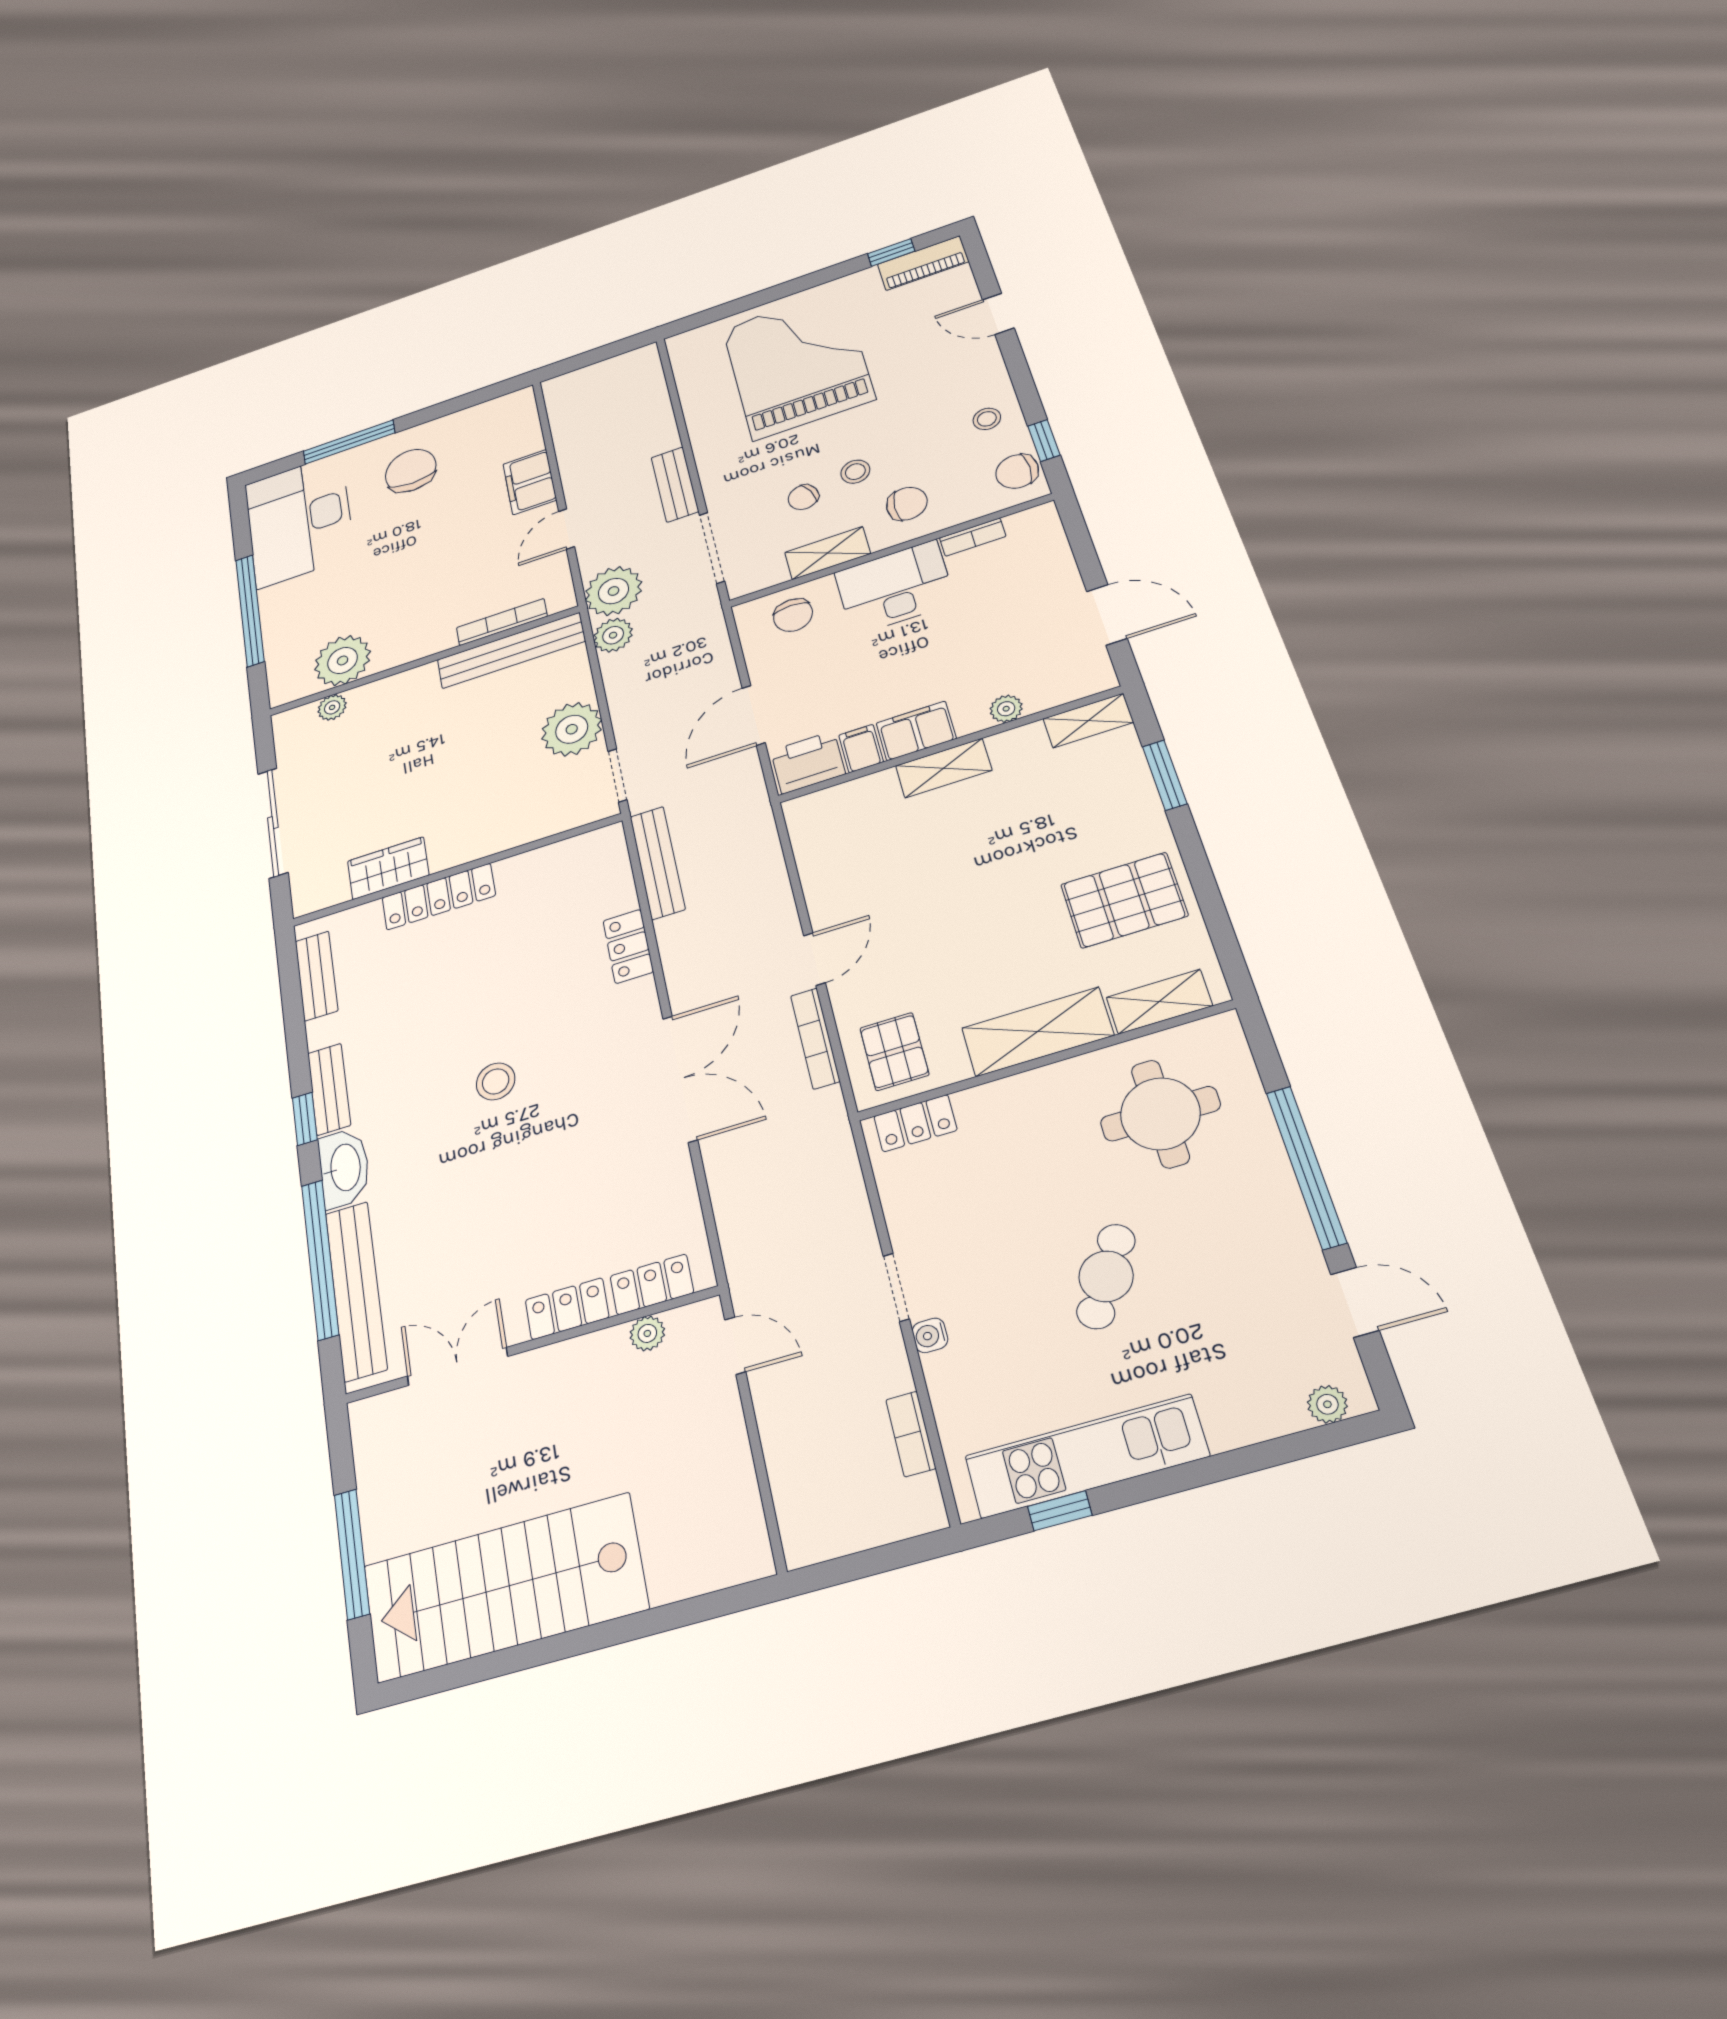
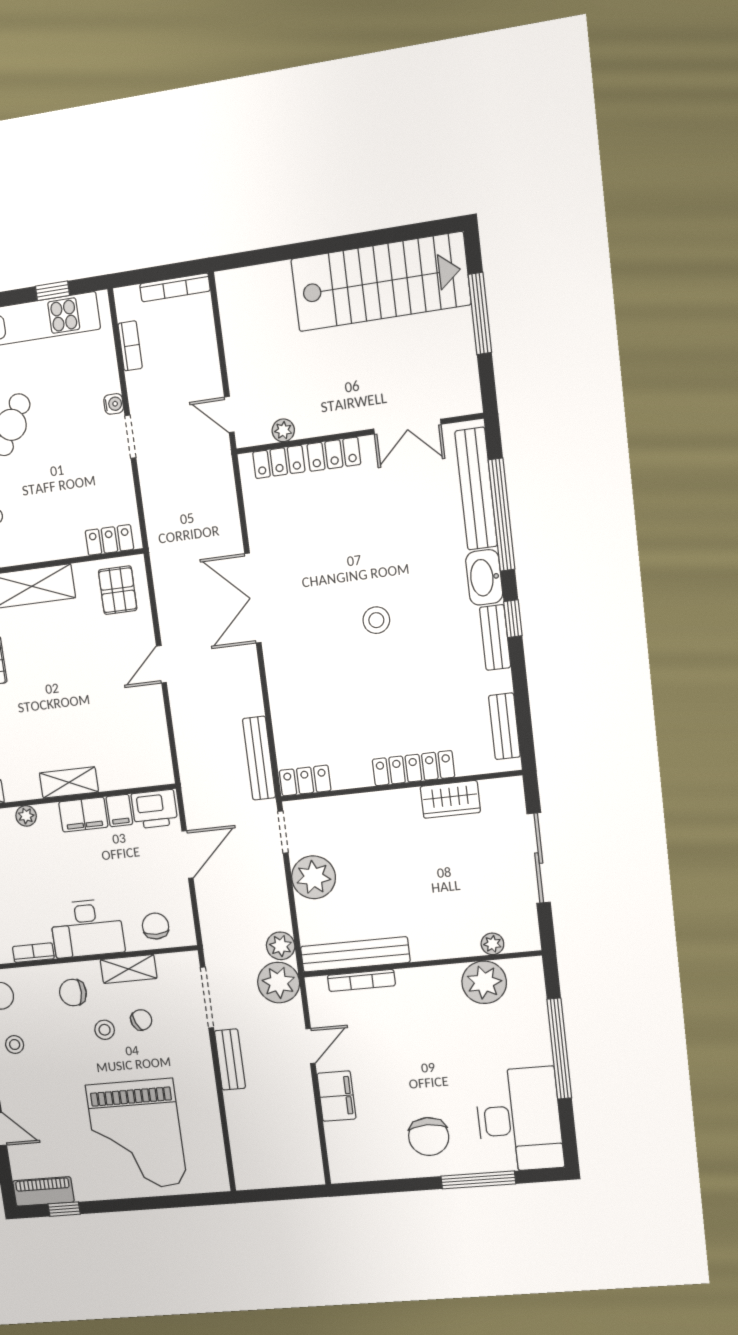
locker: (628, 946) -> (305, 781), moved, turned -90
bookcase: (815, 1038) -> (175, 287), moved, turned 90

